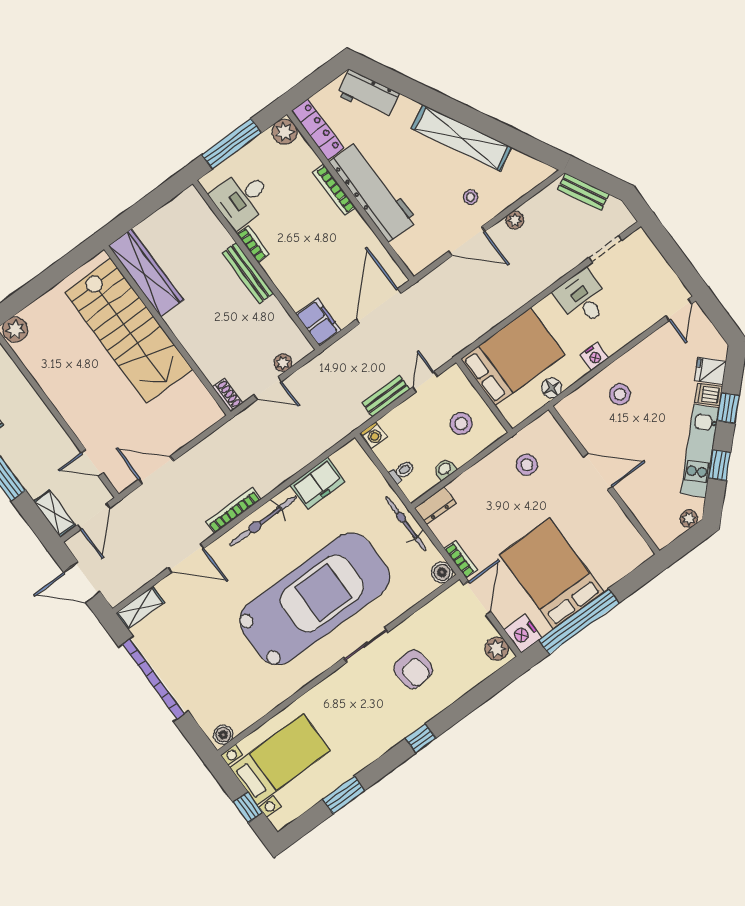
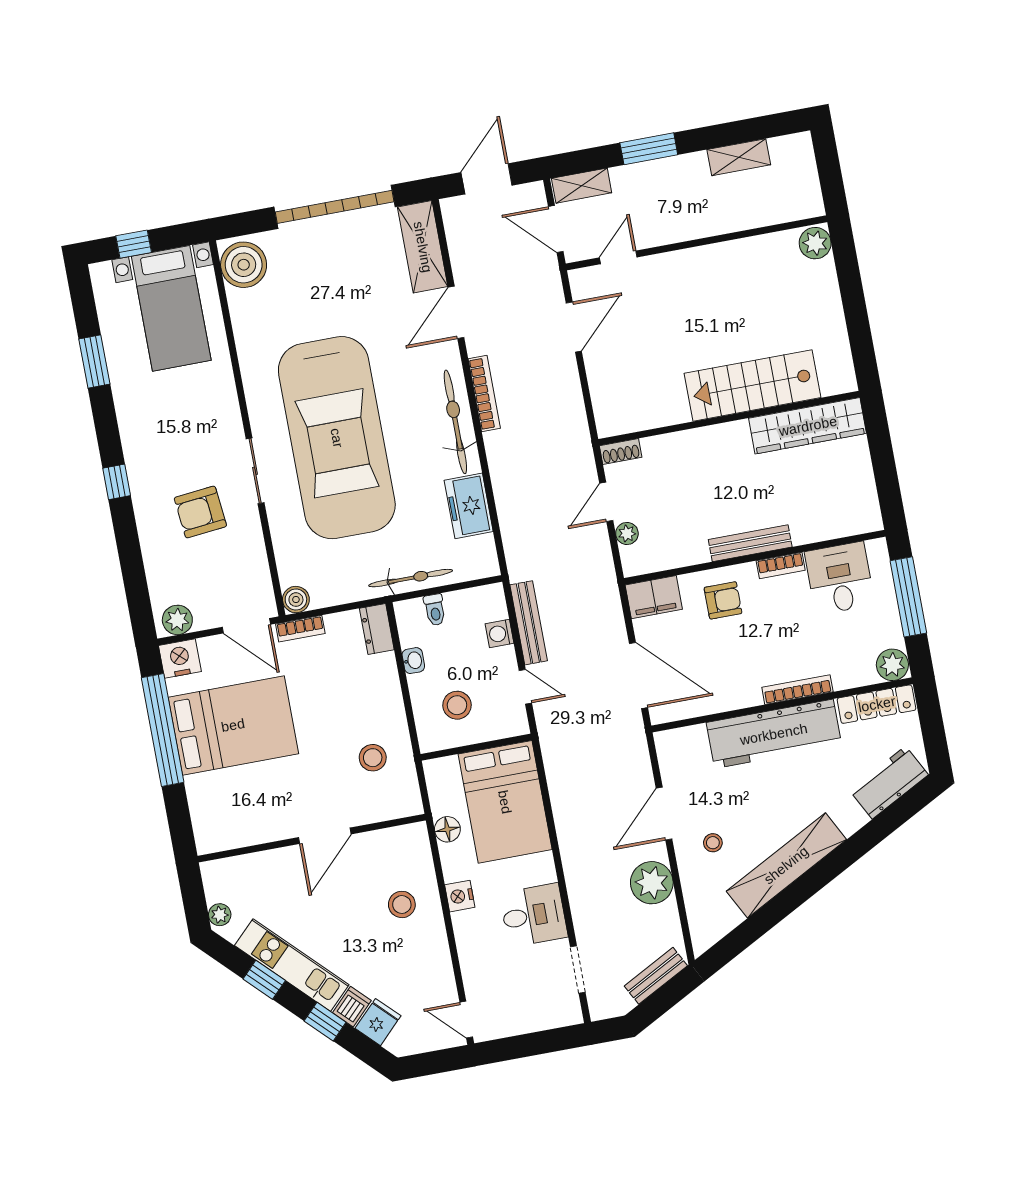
plant: (515, 220) -> (652, 883), width x1.87, depth x1.87
armchair: (297, 273) -> (723, 600), added
stairs: (129, 331) -> (753, 385), width x0.73, depth x0.66
bench: (386, 396) -> (529, 623), width x1.36
washing machine: (374, 435) -> (500, 634), moved
bicycle: (406, 524) -> (411, 578), moved
shelving: (140, 608) -> (423, 247), width x1.50, depth x1.33
boiler: (223, 735) -> (244, 265), width x1.86, depth x1.86

